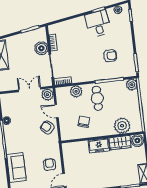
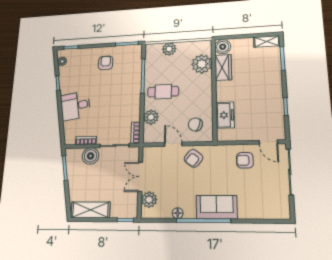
desk: (98, 24) -> (75, 106), moved
armchair: (110, 56) -> (106, 63), moved
plant: (132, 85) -> (169, 49), moved
plant: (47, 95) -> (149, 200), moved
door: (57, 111) -> (173, 144), swing flipped
chair: (84, 122) -> (195, 124), moved
freezer: (99, 146) -> (225, 115), moved
sofa: (16, 167) -> (217, 207), moved

